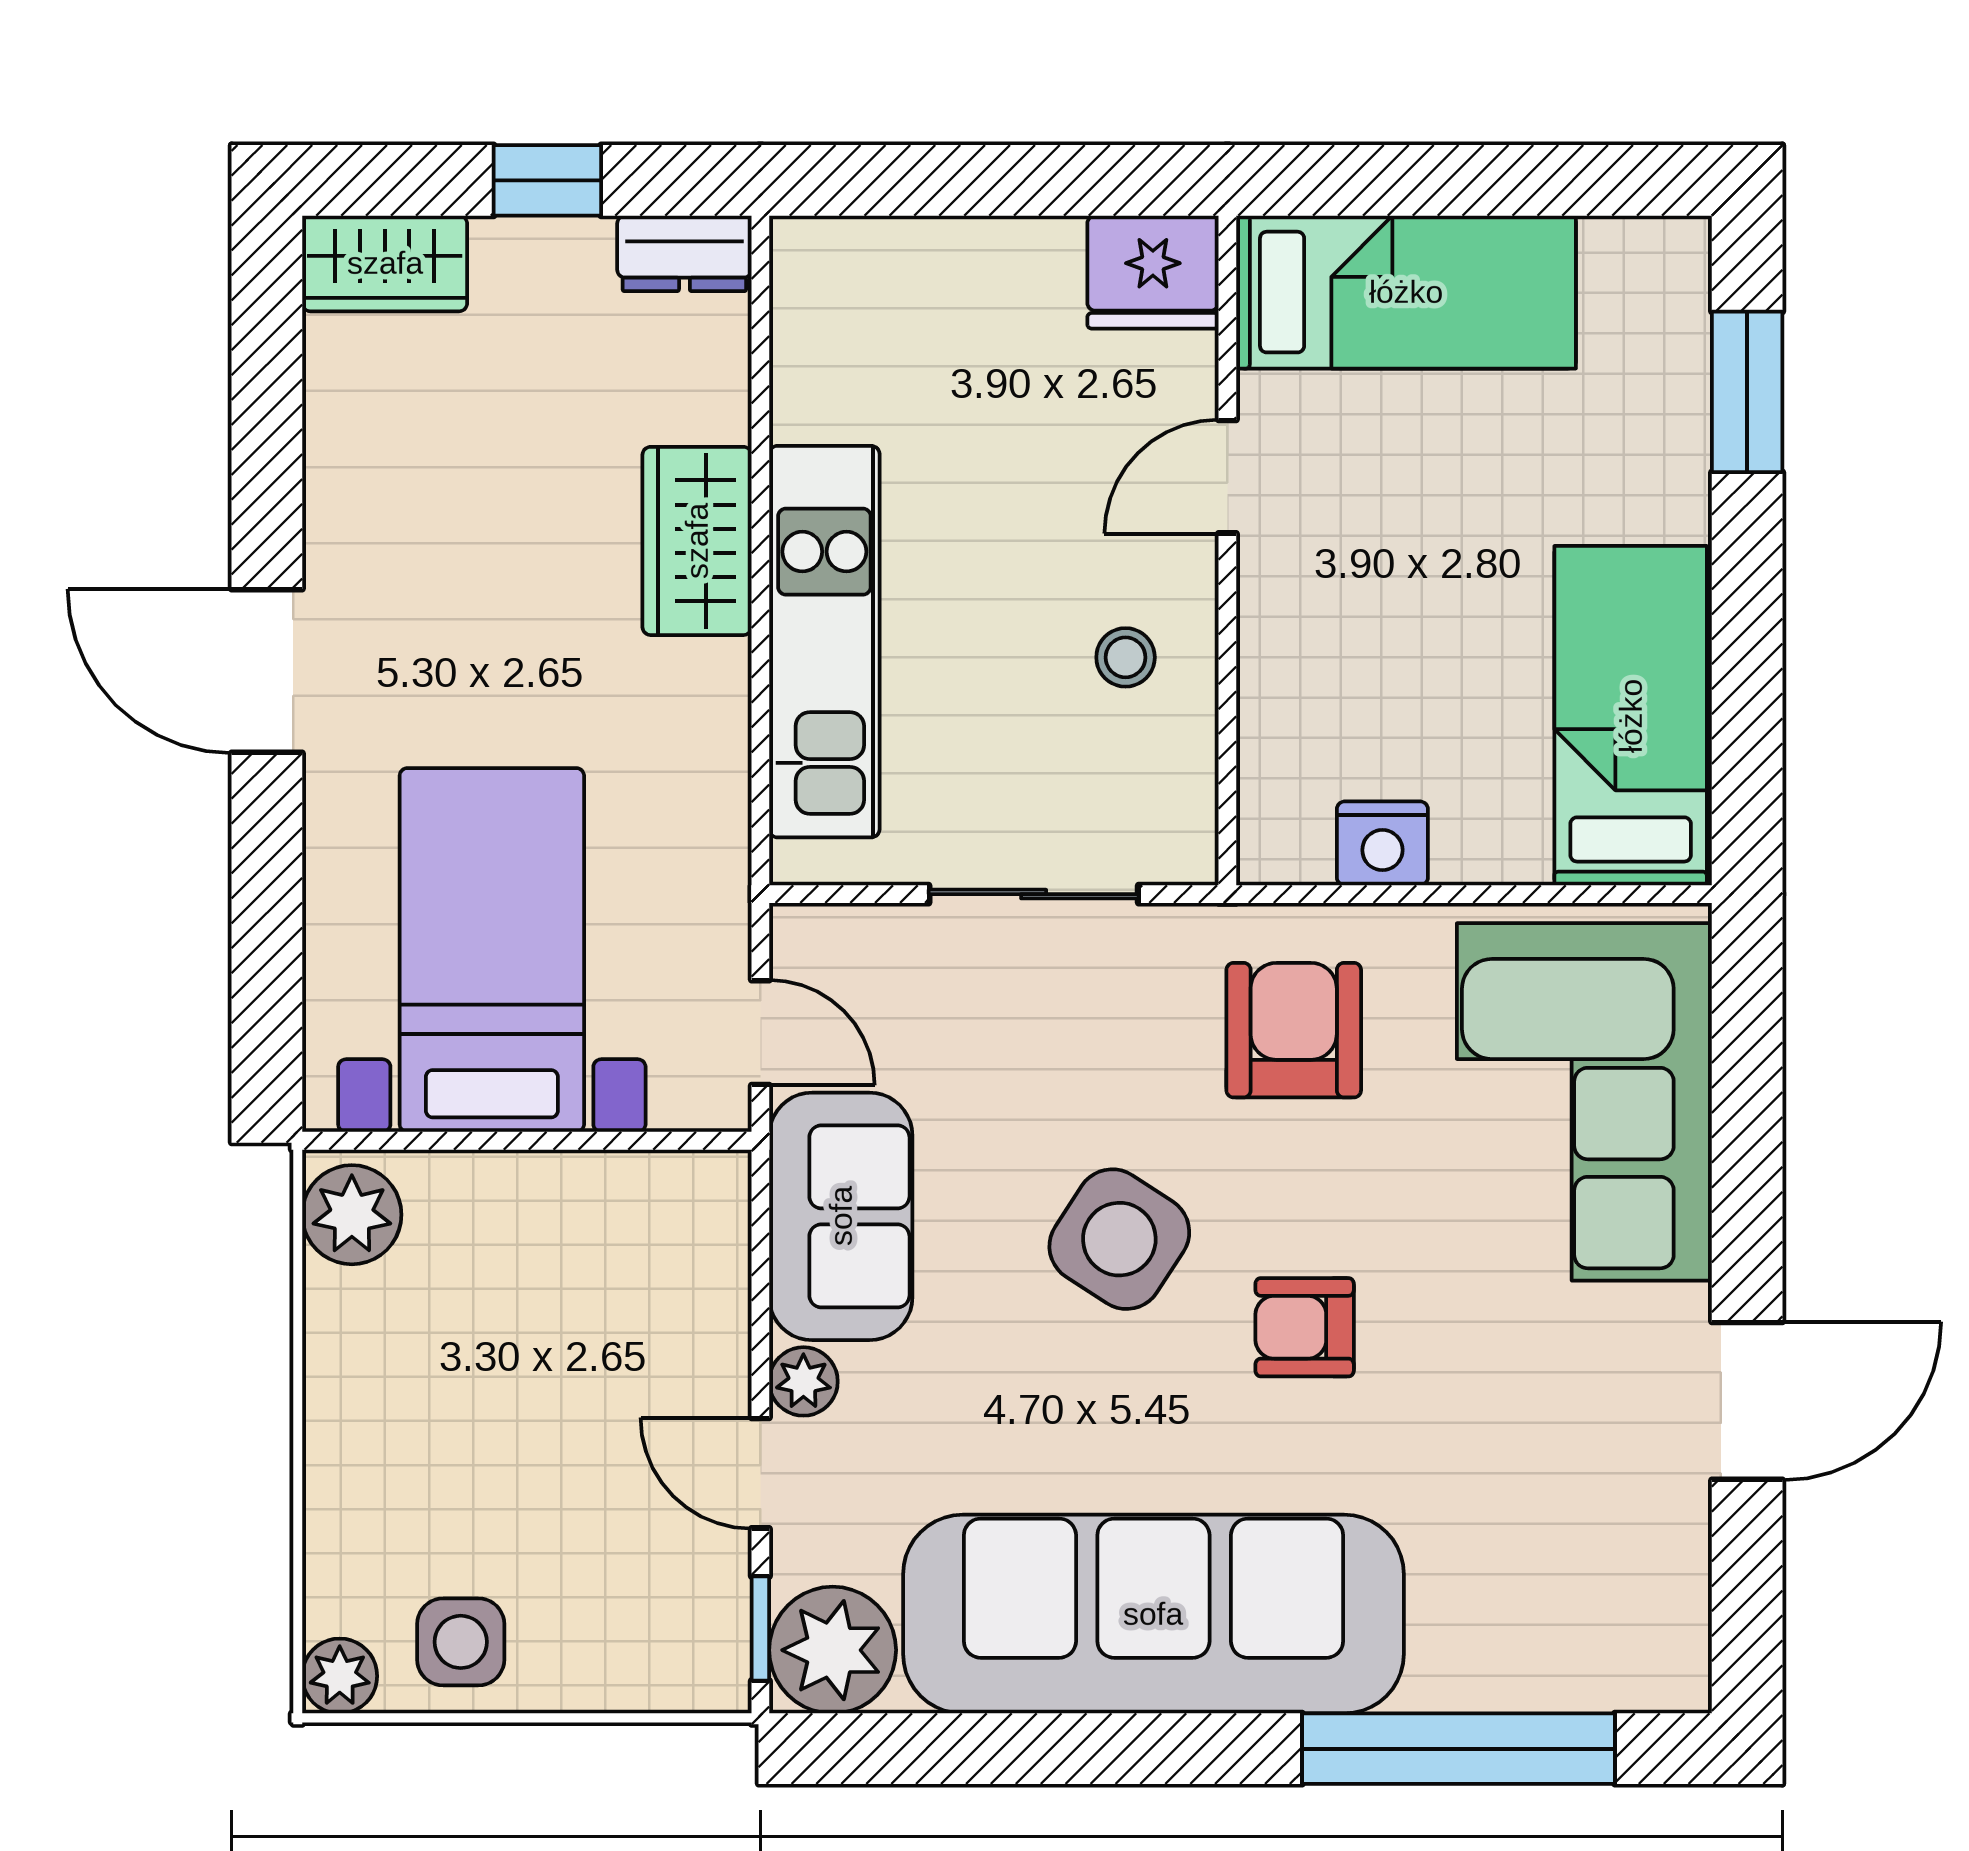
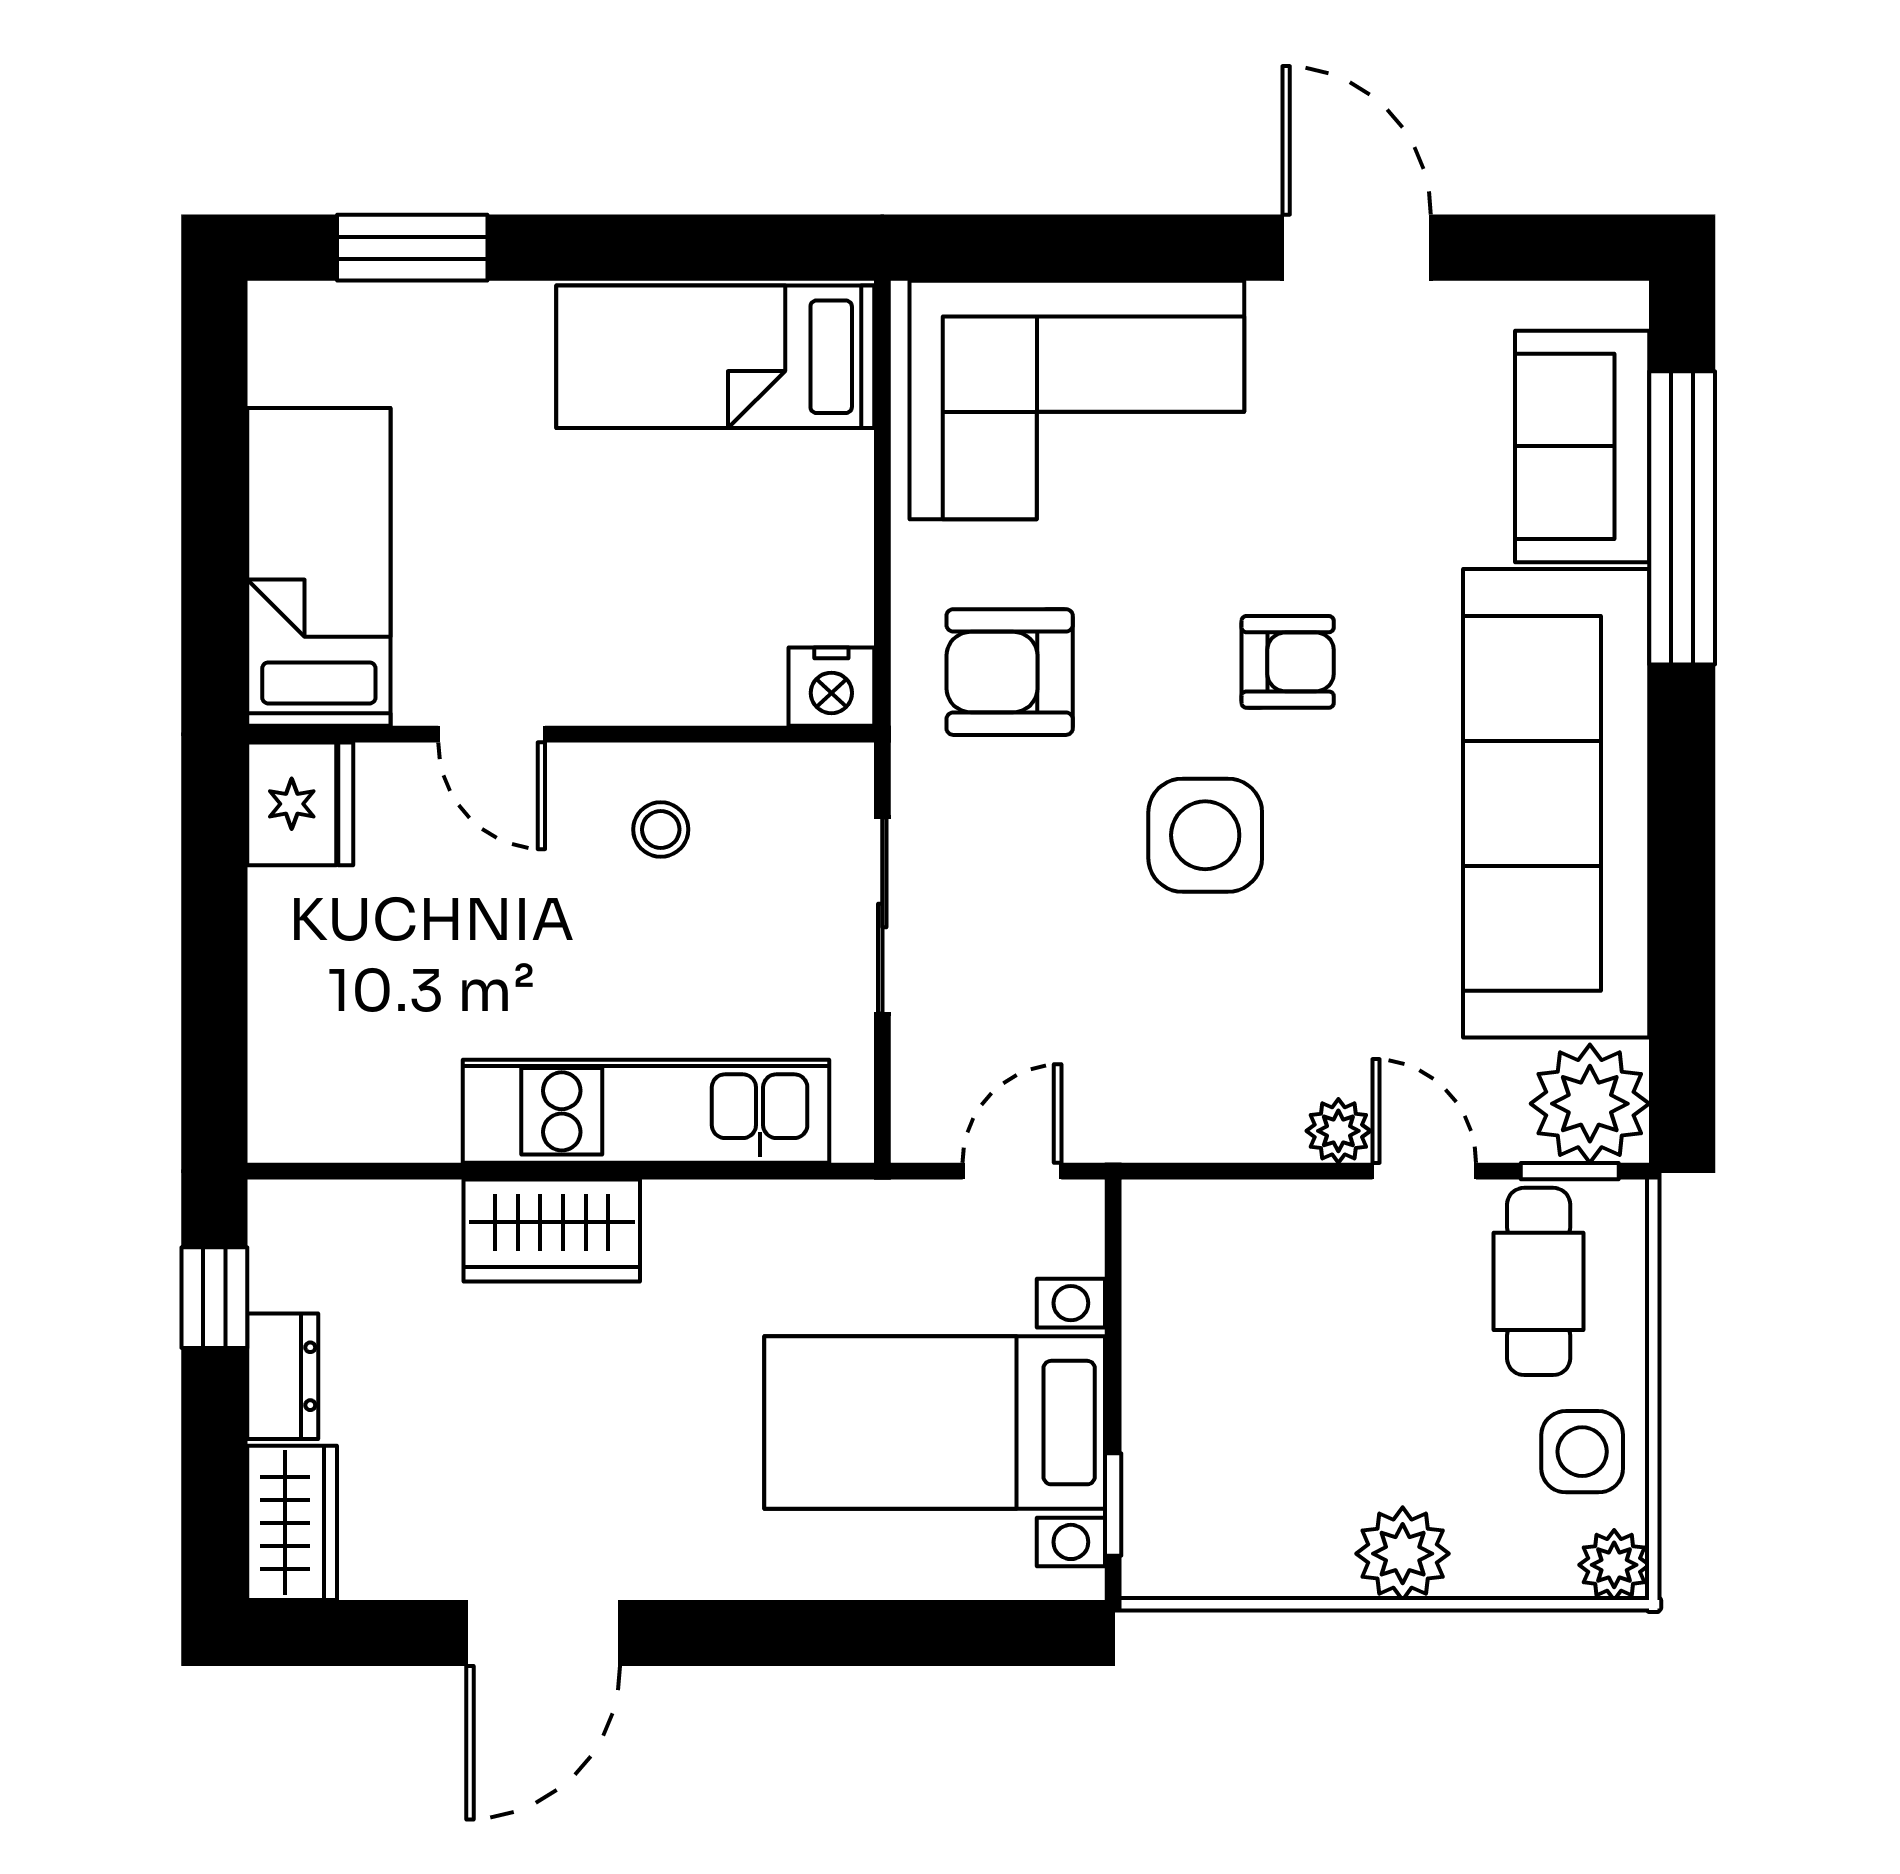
window: (547, 180) -> (214, 1298), moved
dresser: (684, 253) -> (283, 1376), moved
door: (267, 671) -> (543, 1633), moved
nightstand: (1382, 843) -> (831, 687), moved, turned 90
window: (404, 1141) -> (1113, 1504), added
plant: (352, 1215) -> (1403, 1554), moved
sofa: (841, 1216) -> (1582, 446), moved, turned -90
side table: (1119, 1239) -> (1205, 835), turned -33
armchair: (1305, 1327) -> (1288, 662), turned -90
door: (760, 1473) -> (1424, 1171), swing flipped
cafe table: (643, 1595) -> (1539, 1281), added

